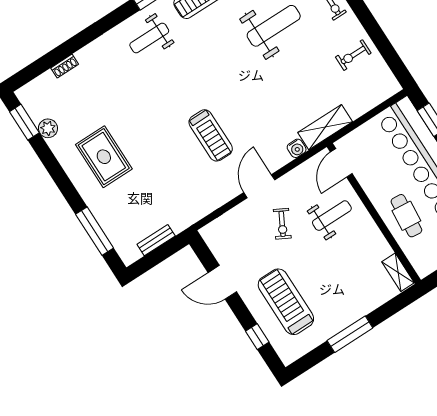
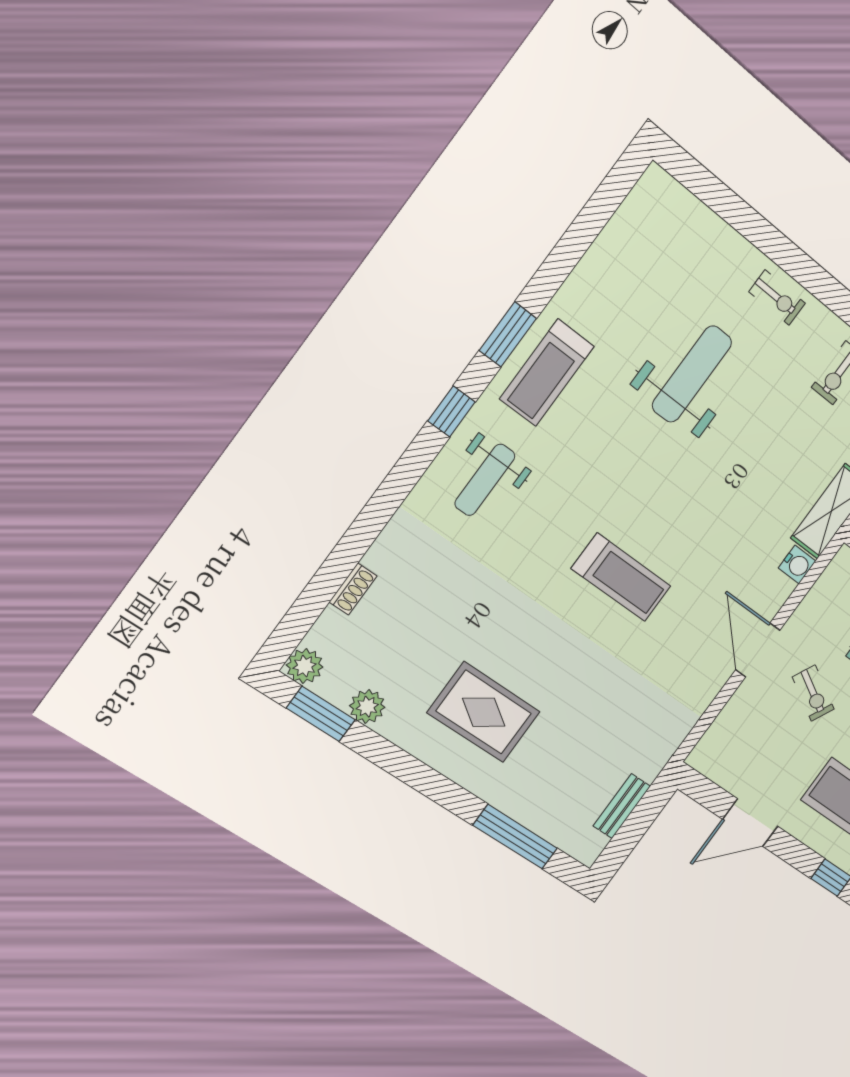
plant: (26, 95) -> (305, 666), added
treadmill: (211, 135) -> (621, 577), moved

